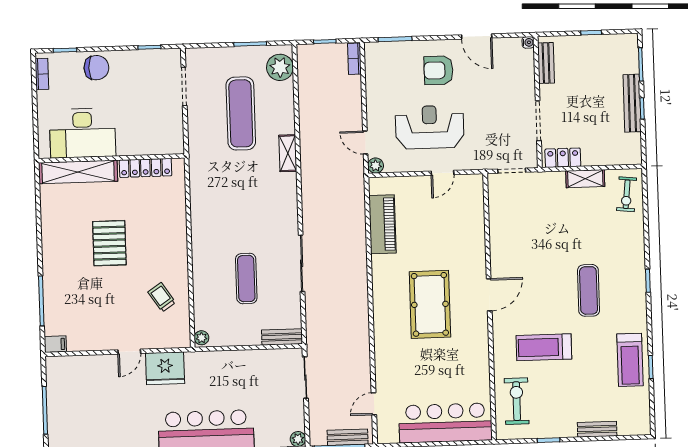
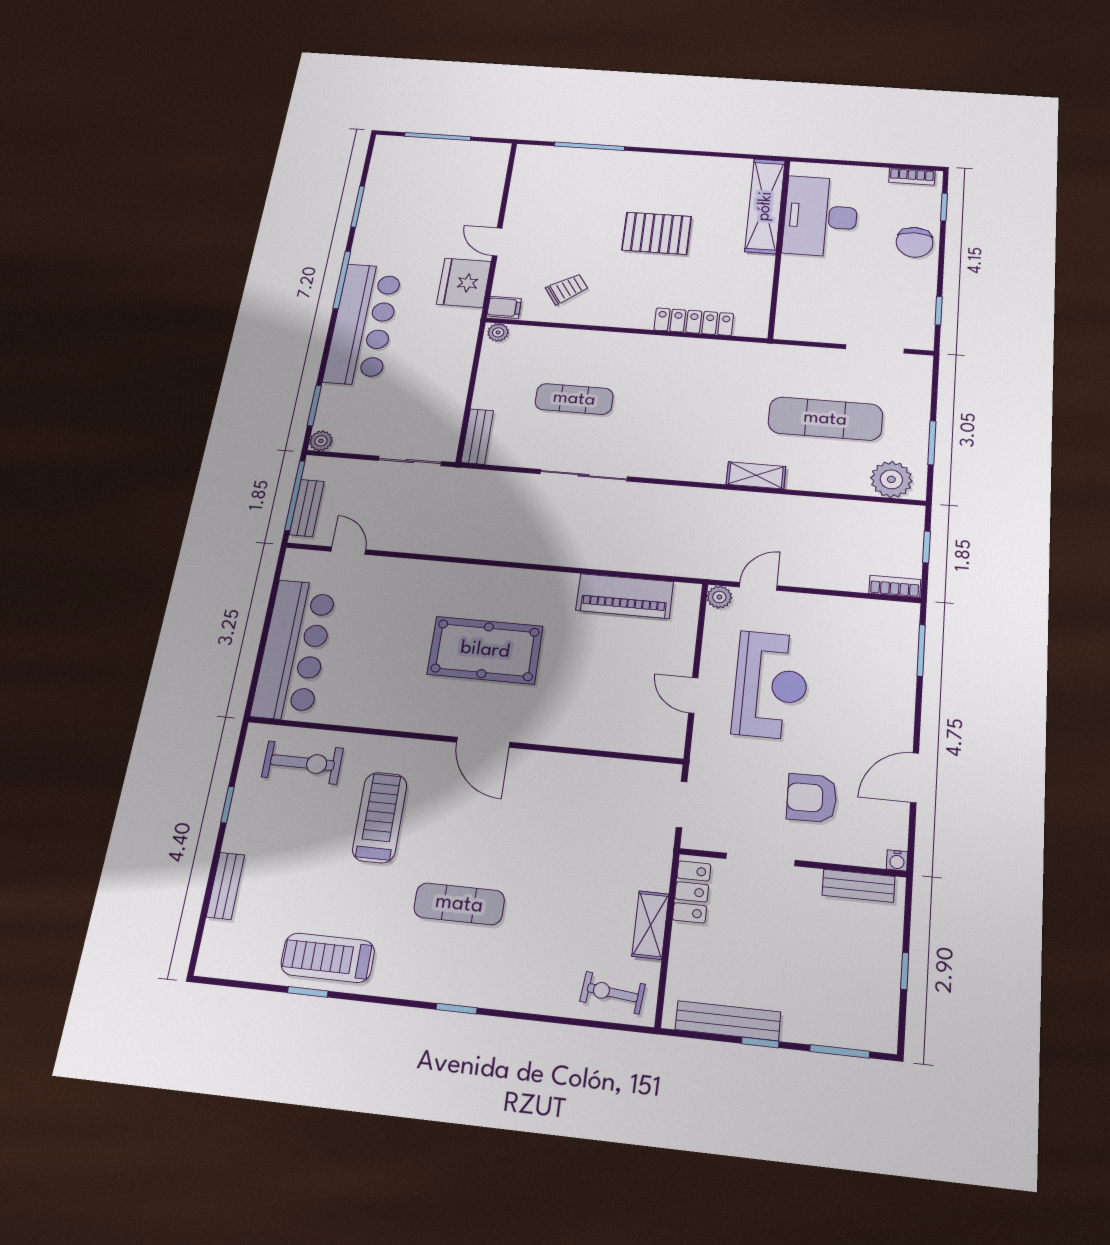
armchair: (438, 70) -> (812, 798), moved, turned -91
bench: (632, 103) -> (728, 1021), moved
locker: (145, 168) -> (694, 322), moved, turned 90
filing cabinet: (55, 344) -> (504, 307), moved, turned -90

